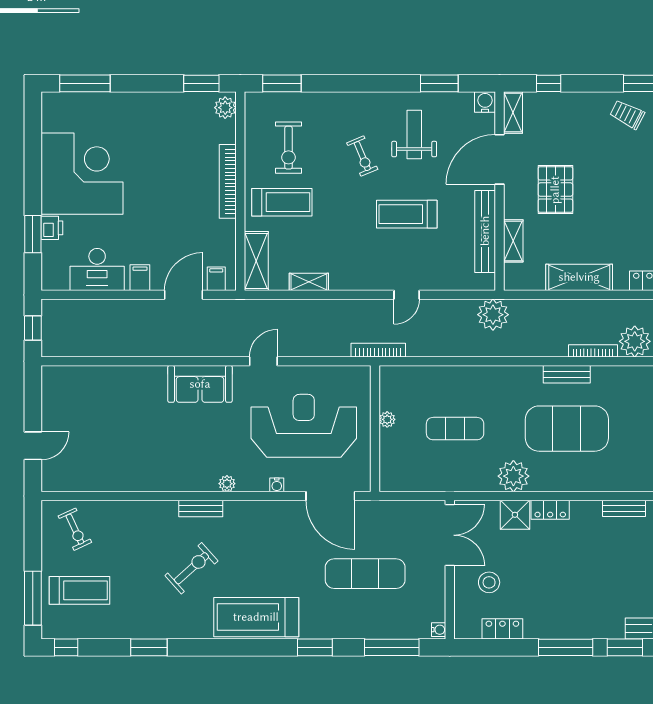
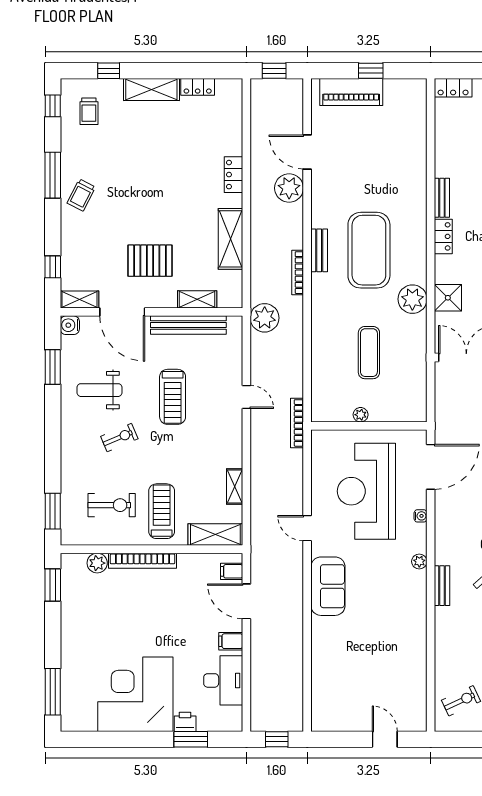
plant: (225, 108) -> (97, 563), moved
bookcase: (593, 351) -> (298, 273), moved
locker: (550, 510) -> (443, 236), moved

